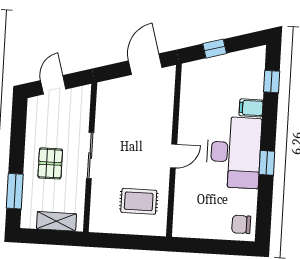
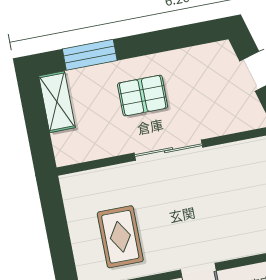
shelving: (56, 221) -> (57, 102), moved

